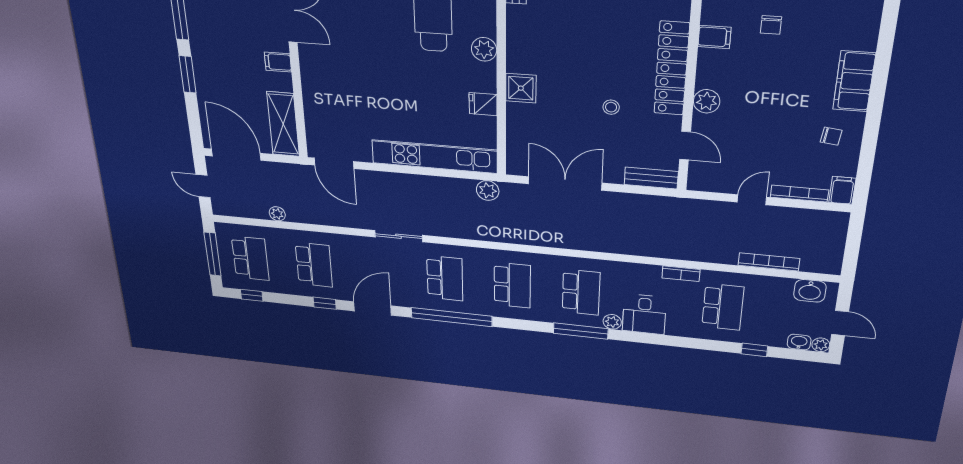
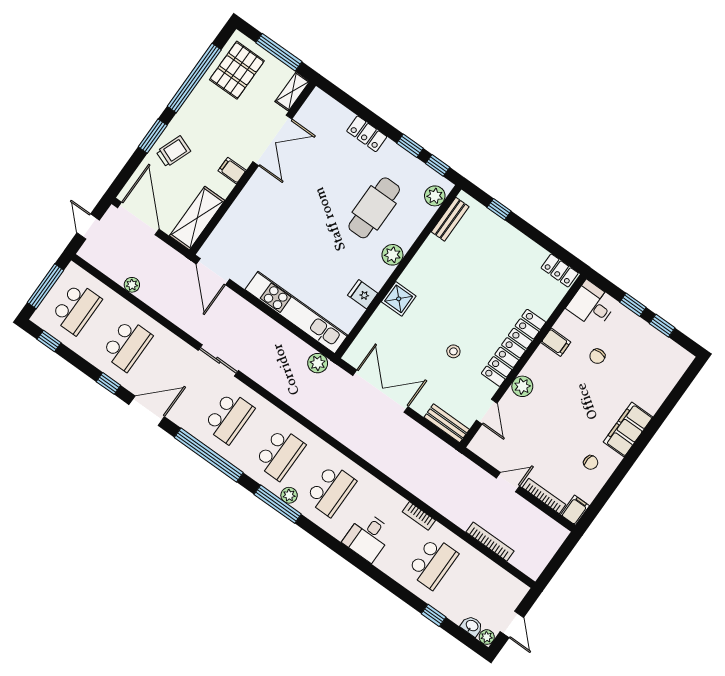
trolley: (215, 77) -> (173, 151), added
washbasin: (810, 291) -> (506, 583), removed
plant: (612, 322) -> (289, 495), moved
window: (581, 331) -> (278, 504), moved

